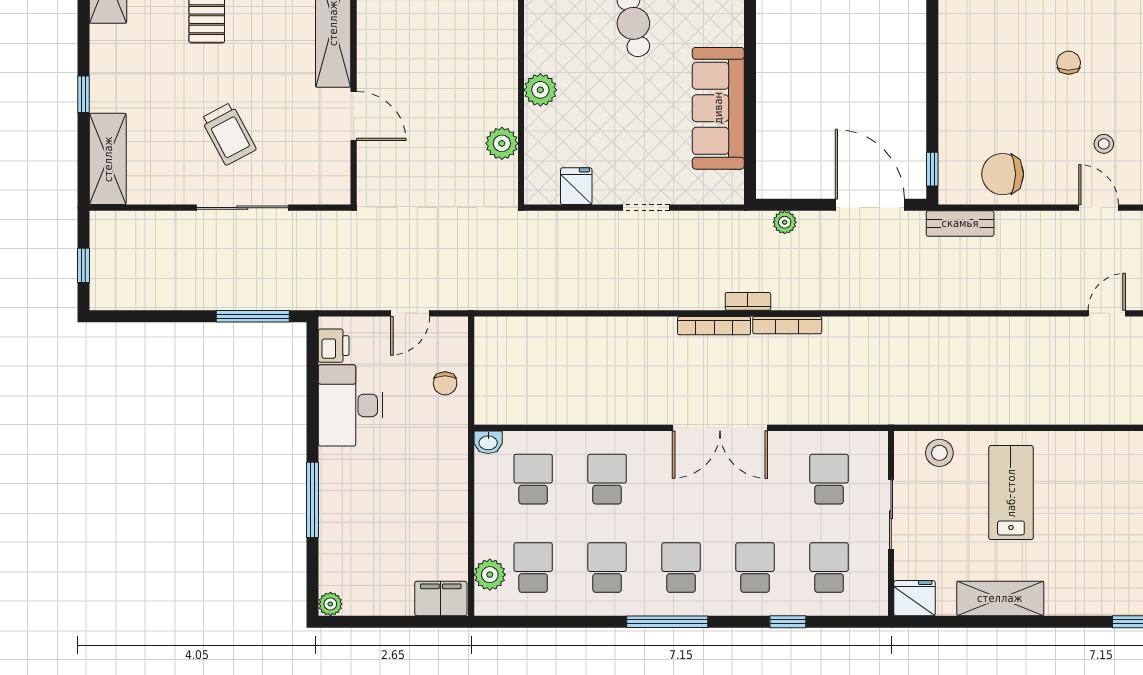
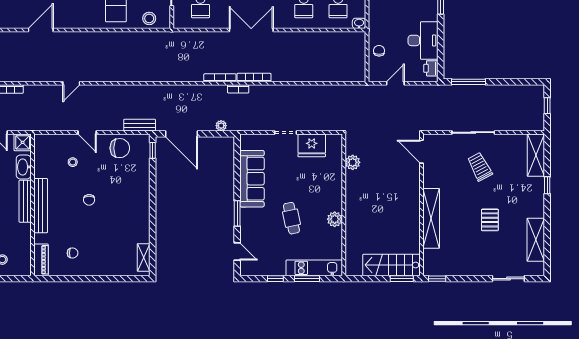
window: (750, 34) -> (237, 213), added
plant: (540, 90) -> (335, 219), moved
door: (354, 116) -> (422, 152), moved
fridge: (576, 186) -> (312, 145), width x1.88, depth x1.34
door: (1099, 208) -> (87, 132), moved

